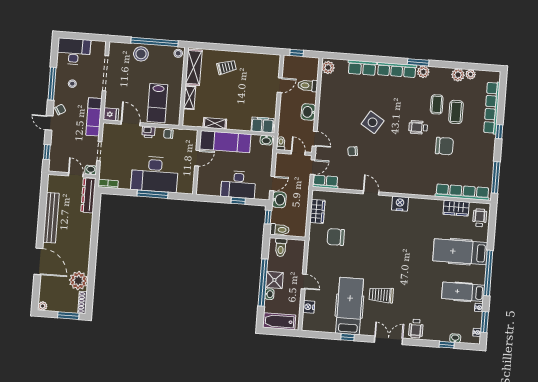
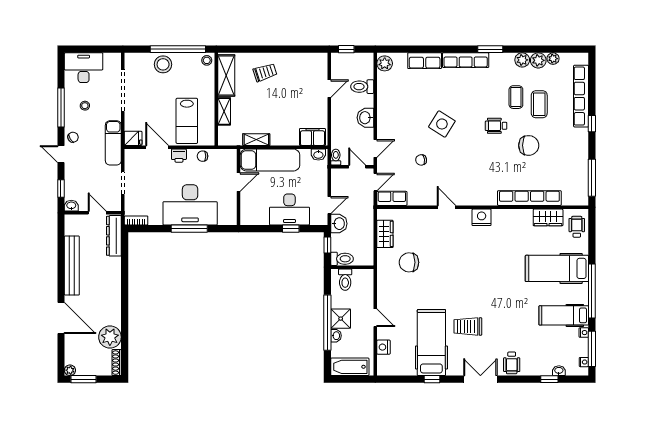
plant: (423, 72) -> (522, 60), moved
door: (315, 139) -> (375, 149), hinge flipped
washbasin: (91, 170) -> (71, 206), moved
row of seats: (462, 192) -> (529, 198), moved
window: (68, 316) -> (83, 379), moved
window: (485, 322) -> (592, 349), width x1.44

